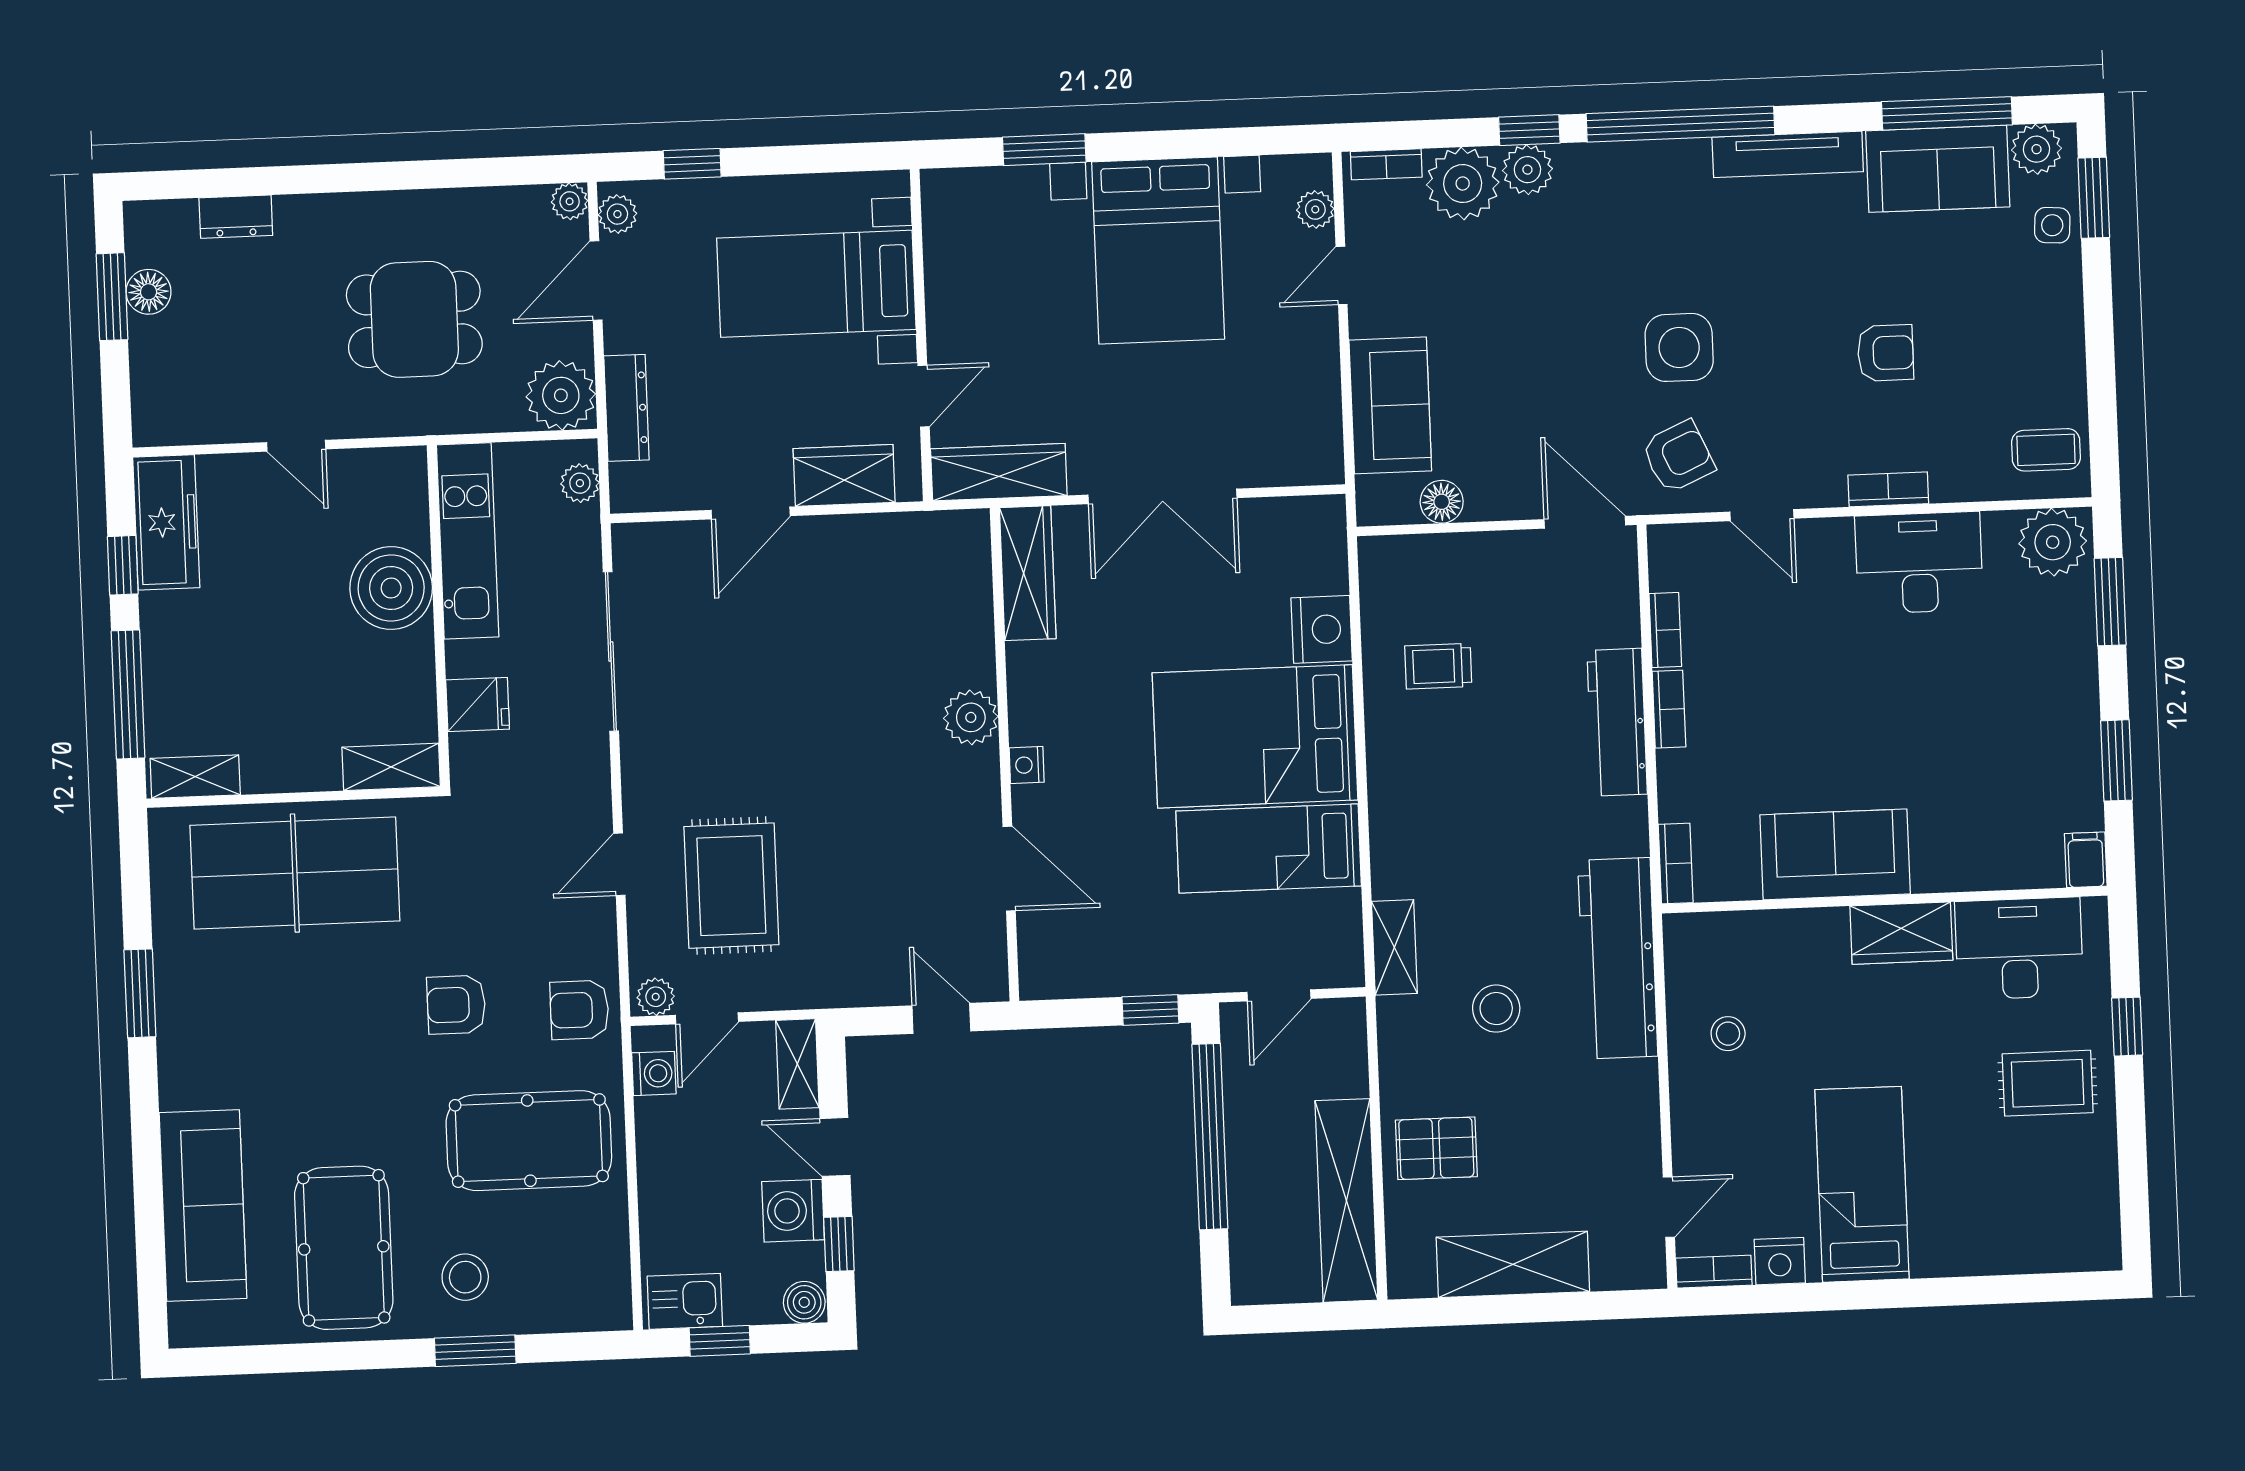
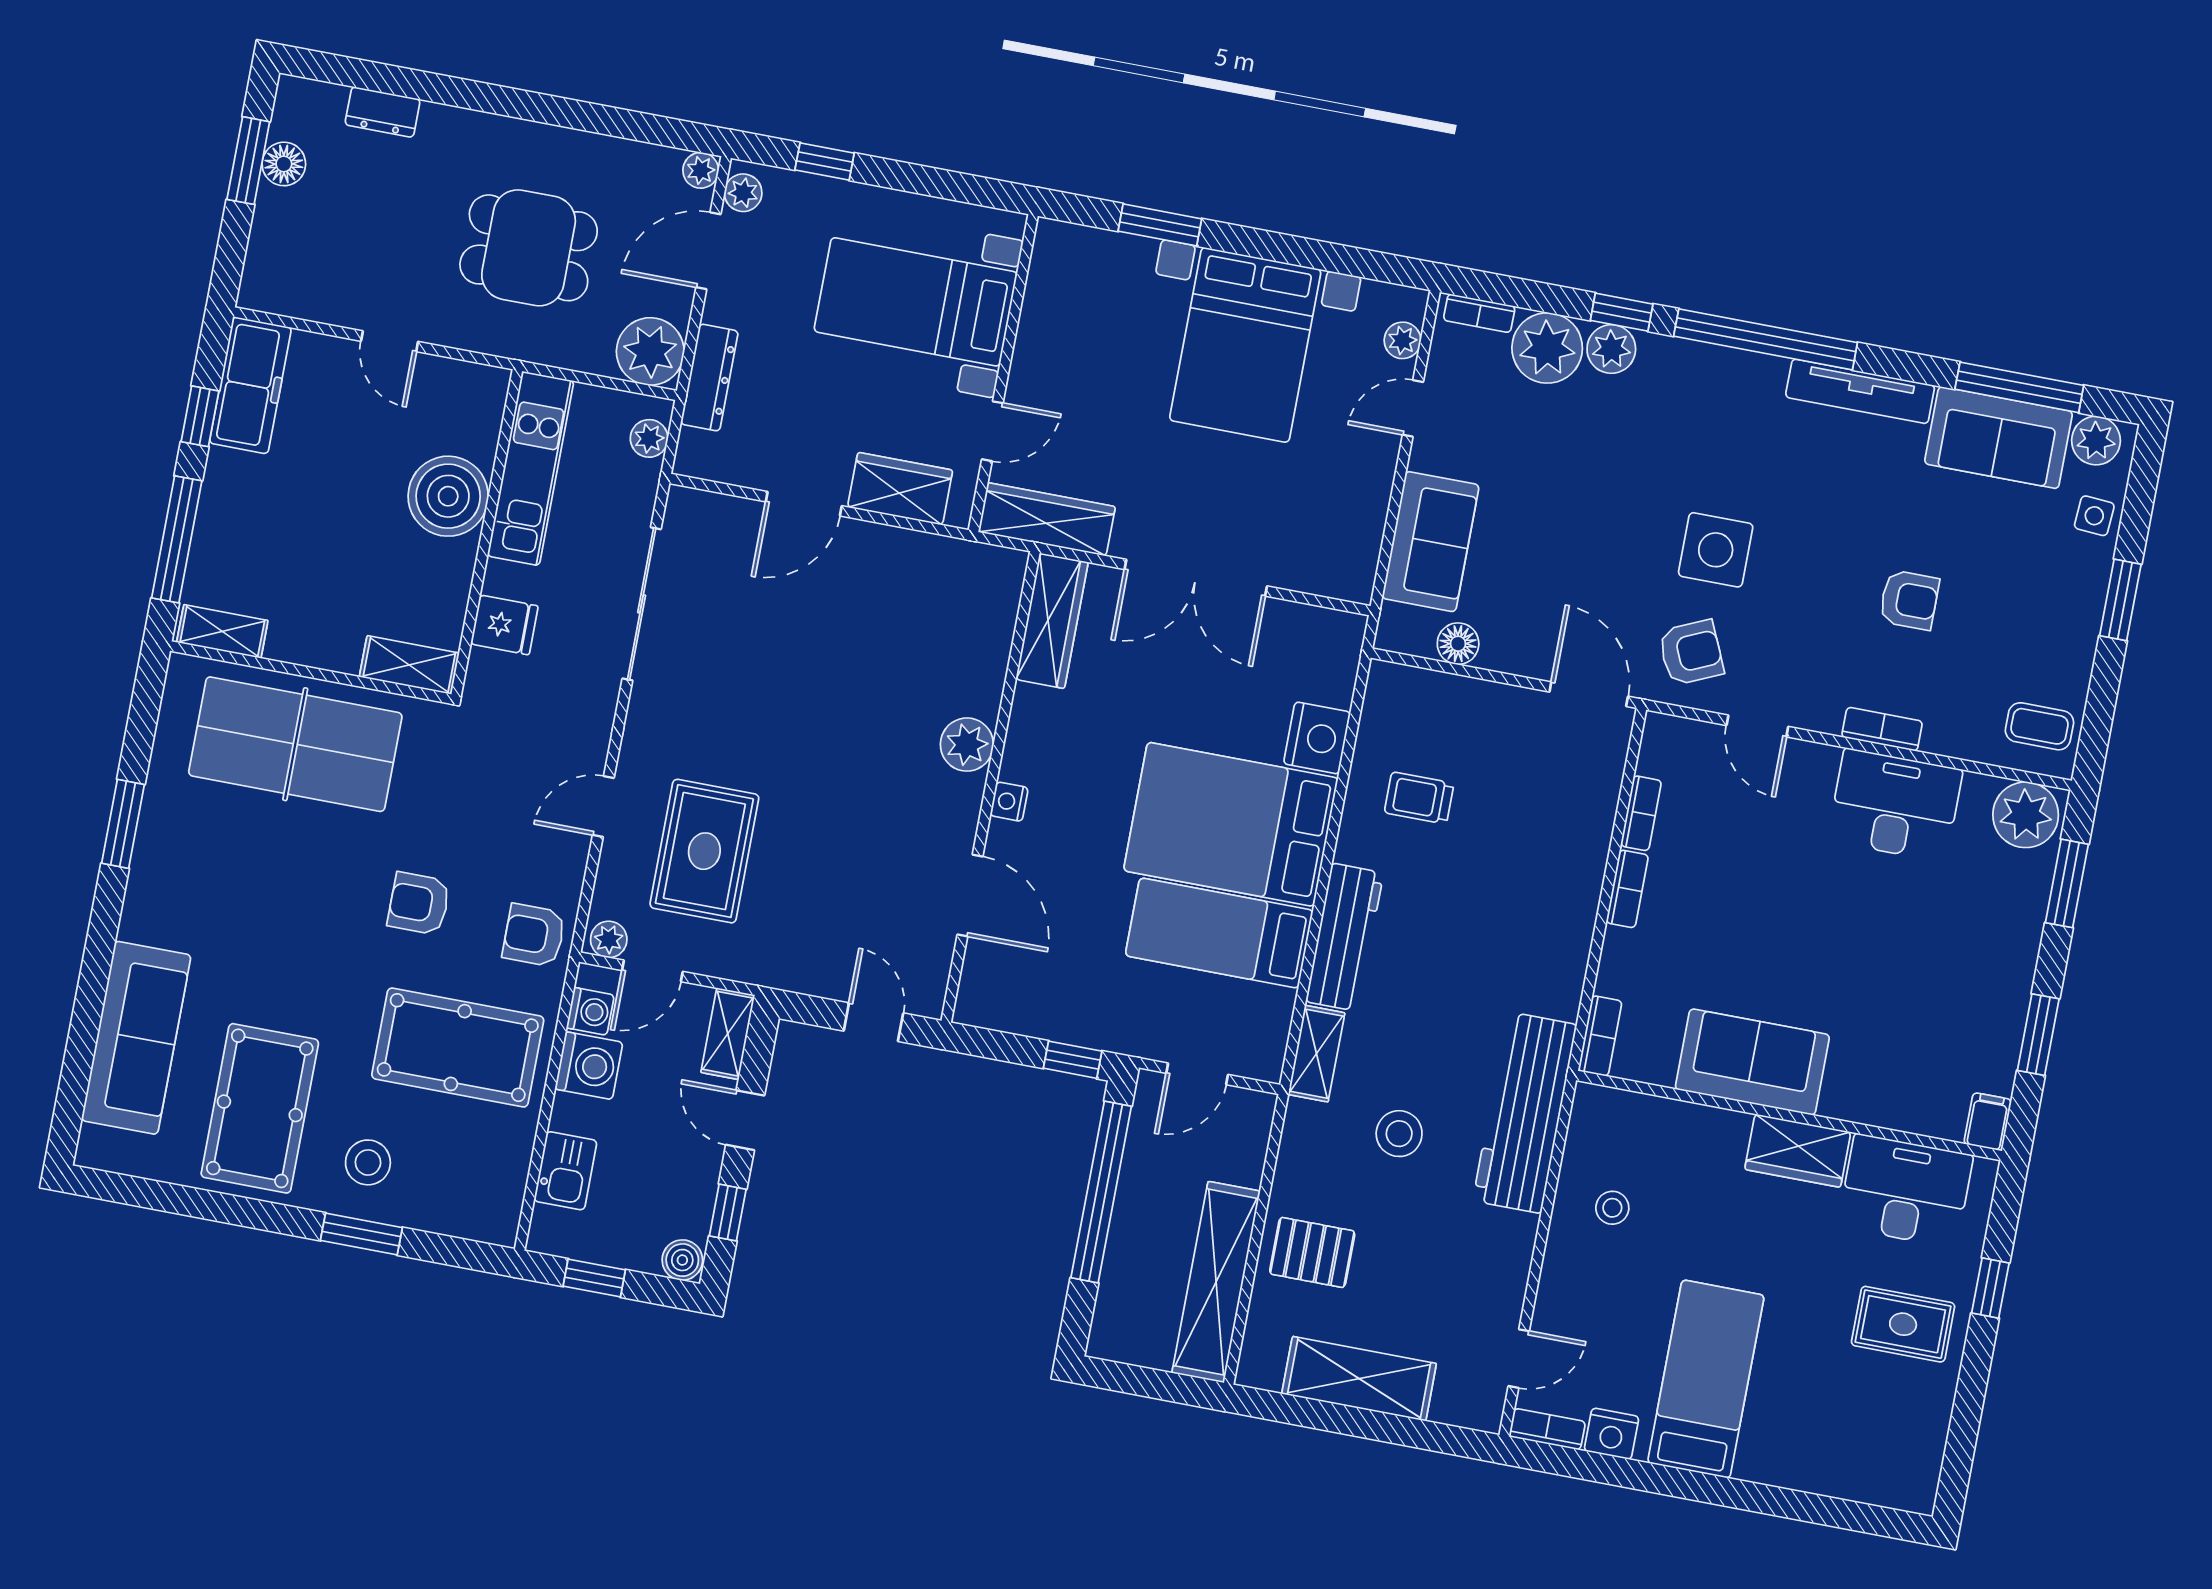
window: (2094, 198) -> (2120, 600), moved
workbench: (1617, 722) -> (1345, 937), moved, turned 180
washing machine: (793, 1211) -> (589, 1066), moved, turned 180
kitchen sink: (685, 1301) -> (565, 1171), moved, turned 90

